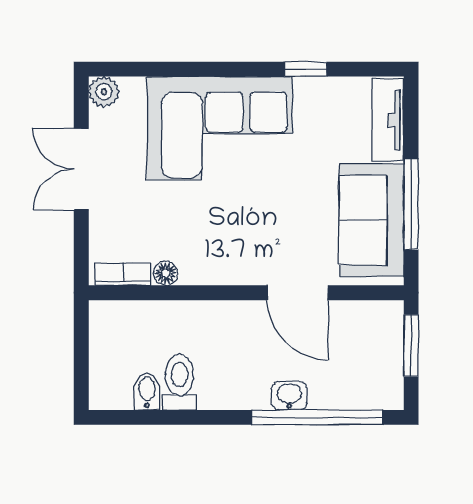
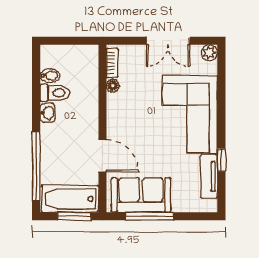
tv unit: (388, 120) -> (209, 176), moved, turned -90
double door: (81, 169) -> (168, 41), swing flipped
door: (298, 293) -> (102, 156), swing flipped
bathtub: (378, 354) -> (70, 199), added
washbasin: (289, 396) -> (48, 113), moved

